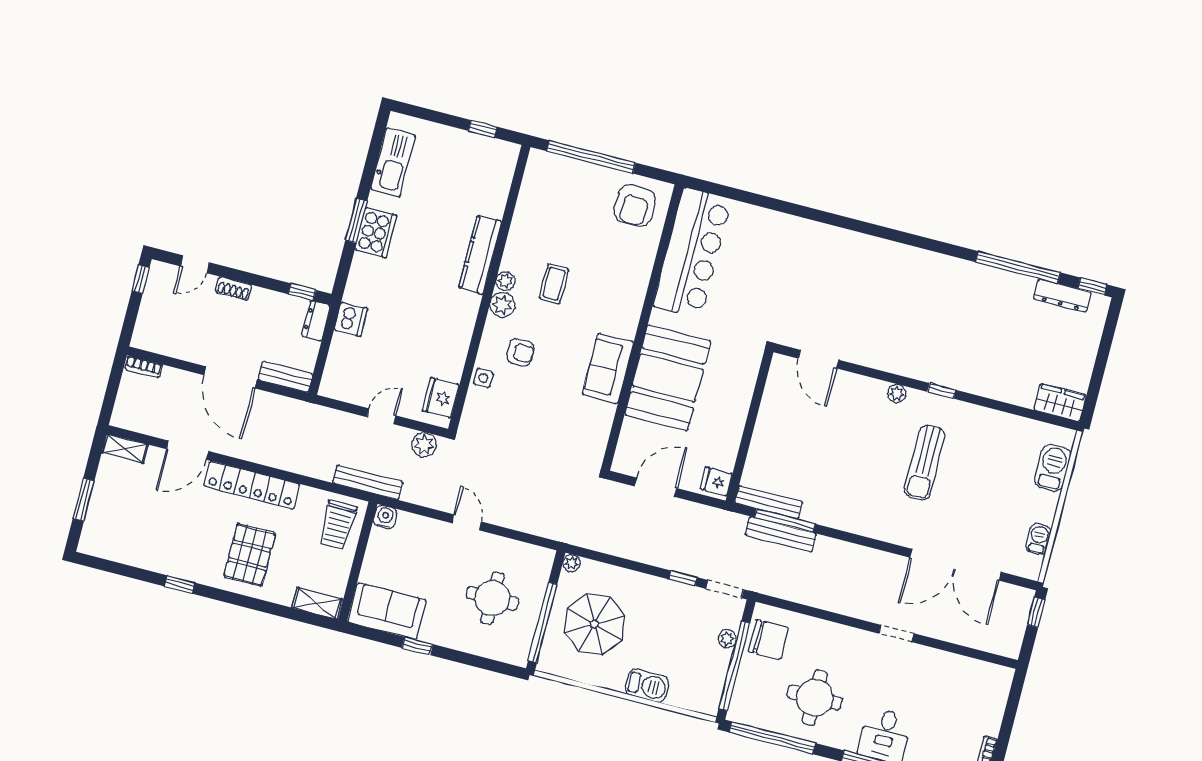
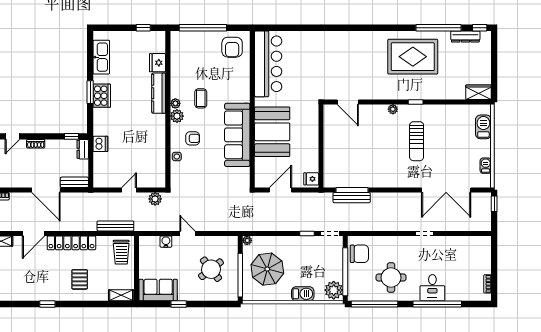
rug: (958, 308) -> (413, 57), added
sofa: (608, 368) -> (237, 135), width x1.85, depth x1.27
fridge: (441, 398) -> (157, 63), moved
bench: (368, 482) -> (115, 226), moved
bench: (769, 502) -> (341, 183), removed
water cooler: (385, 517) -> (166, 242), moved
pallet: (250, 555) -> (80, 279), width x0.67, depth x0.71
round table: (492, 598) -> (211, 269), turned -38
plant: (727, 639) -> (334, 290), moved, width x1.87, depth x1.87

